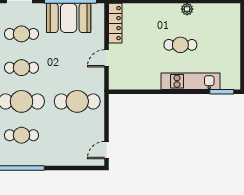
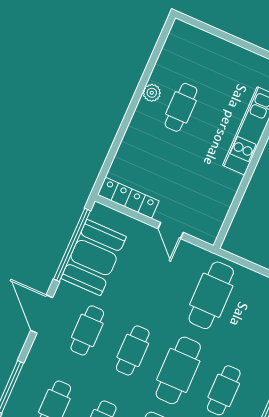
cafe table: (180, 45) -> (181, 107), moved

